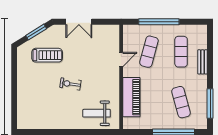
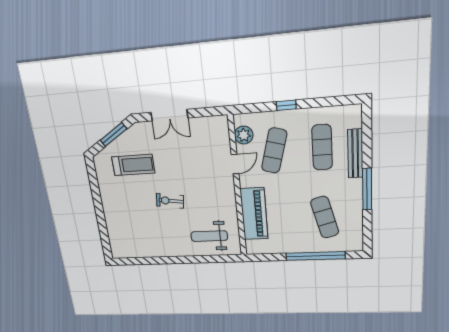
window: (159, 22) -> (286, 105), width x0.32
plant: (129, 39) -> (244, 135), added
bench: (203, 62) -> (355, 154), width x1.36
window: (210, 103) -> (367, 189), moved

